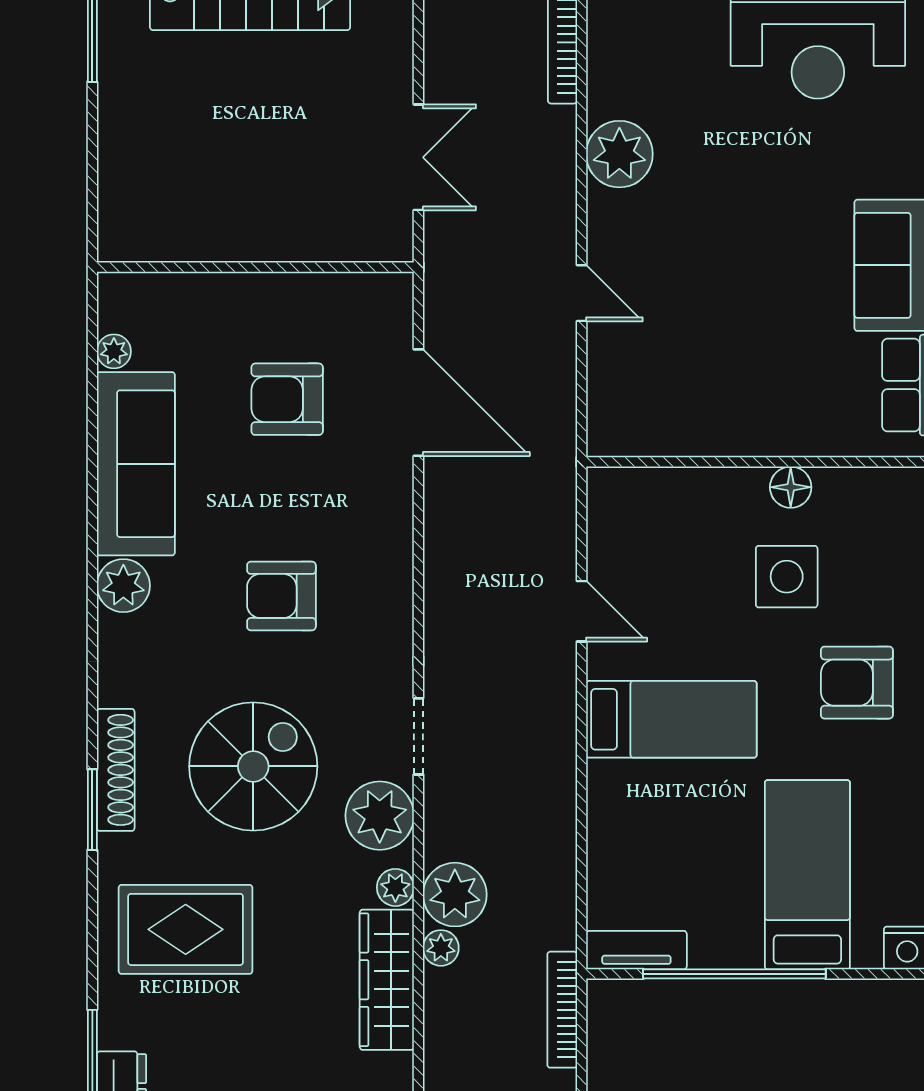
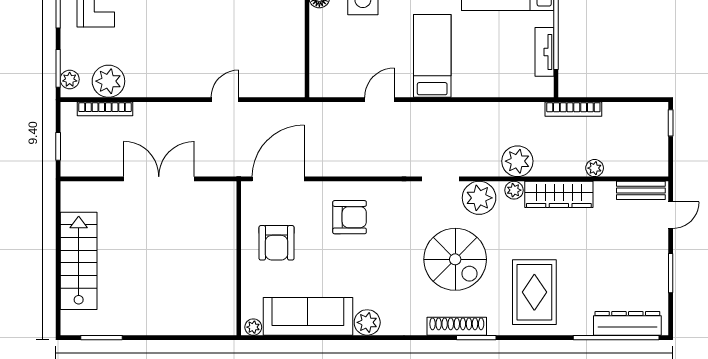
plant: (619, 154) -> (108, 81), moved
double door: (418, 157) -> (159, 179), width x1.37
wall: (255, 267) -> (239, 258), moved
armchair: (281, 596) -> (350, 217), moved, turned -90
spiral stairs: (253, 766) -> (455, 259), turned 180
plant: (441, 948) -> (595, 168), moved
tv unit: (636, 950) -> (544, 52), moved

